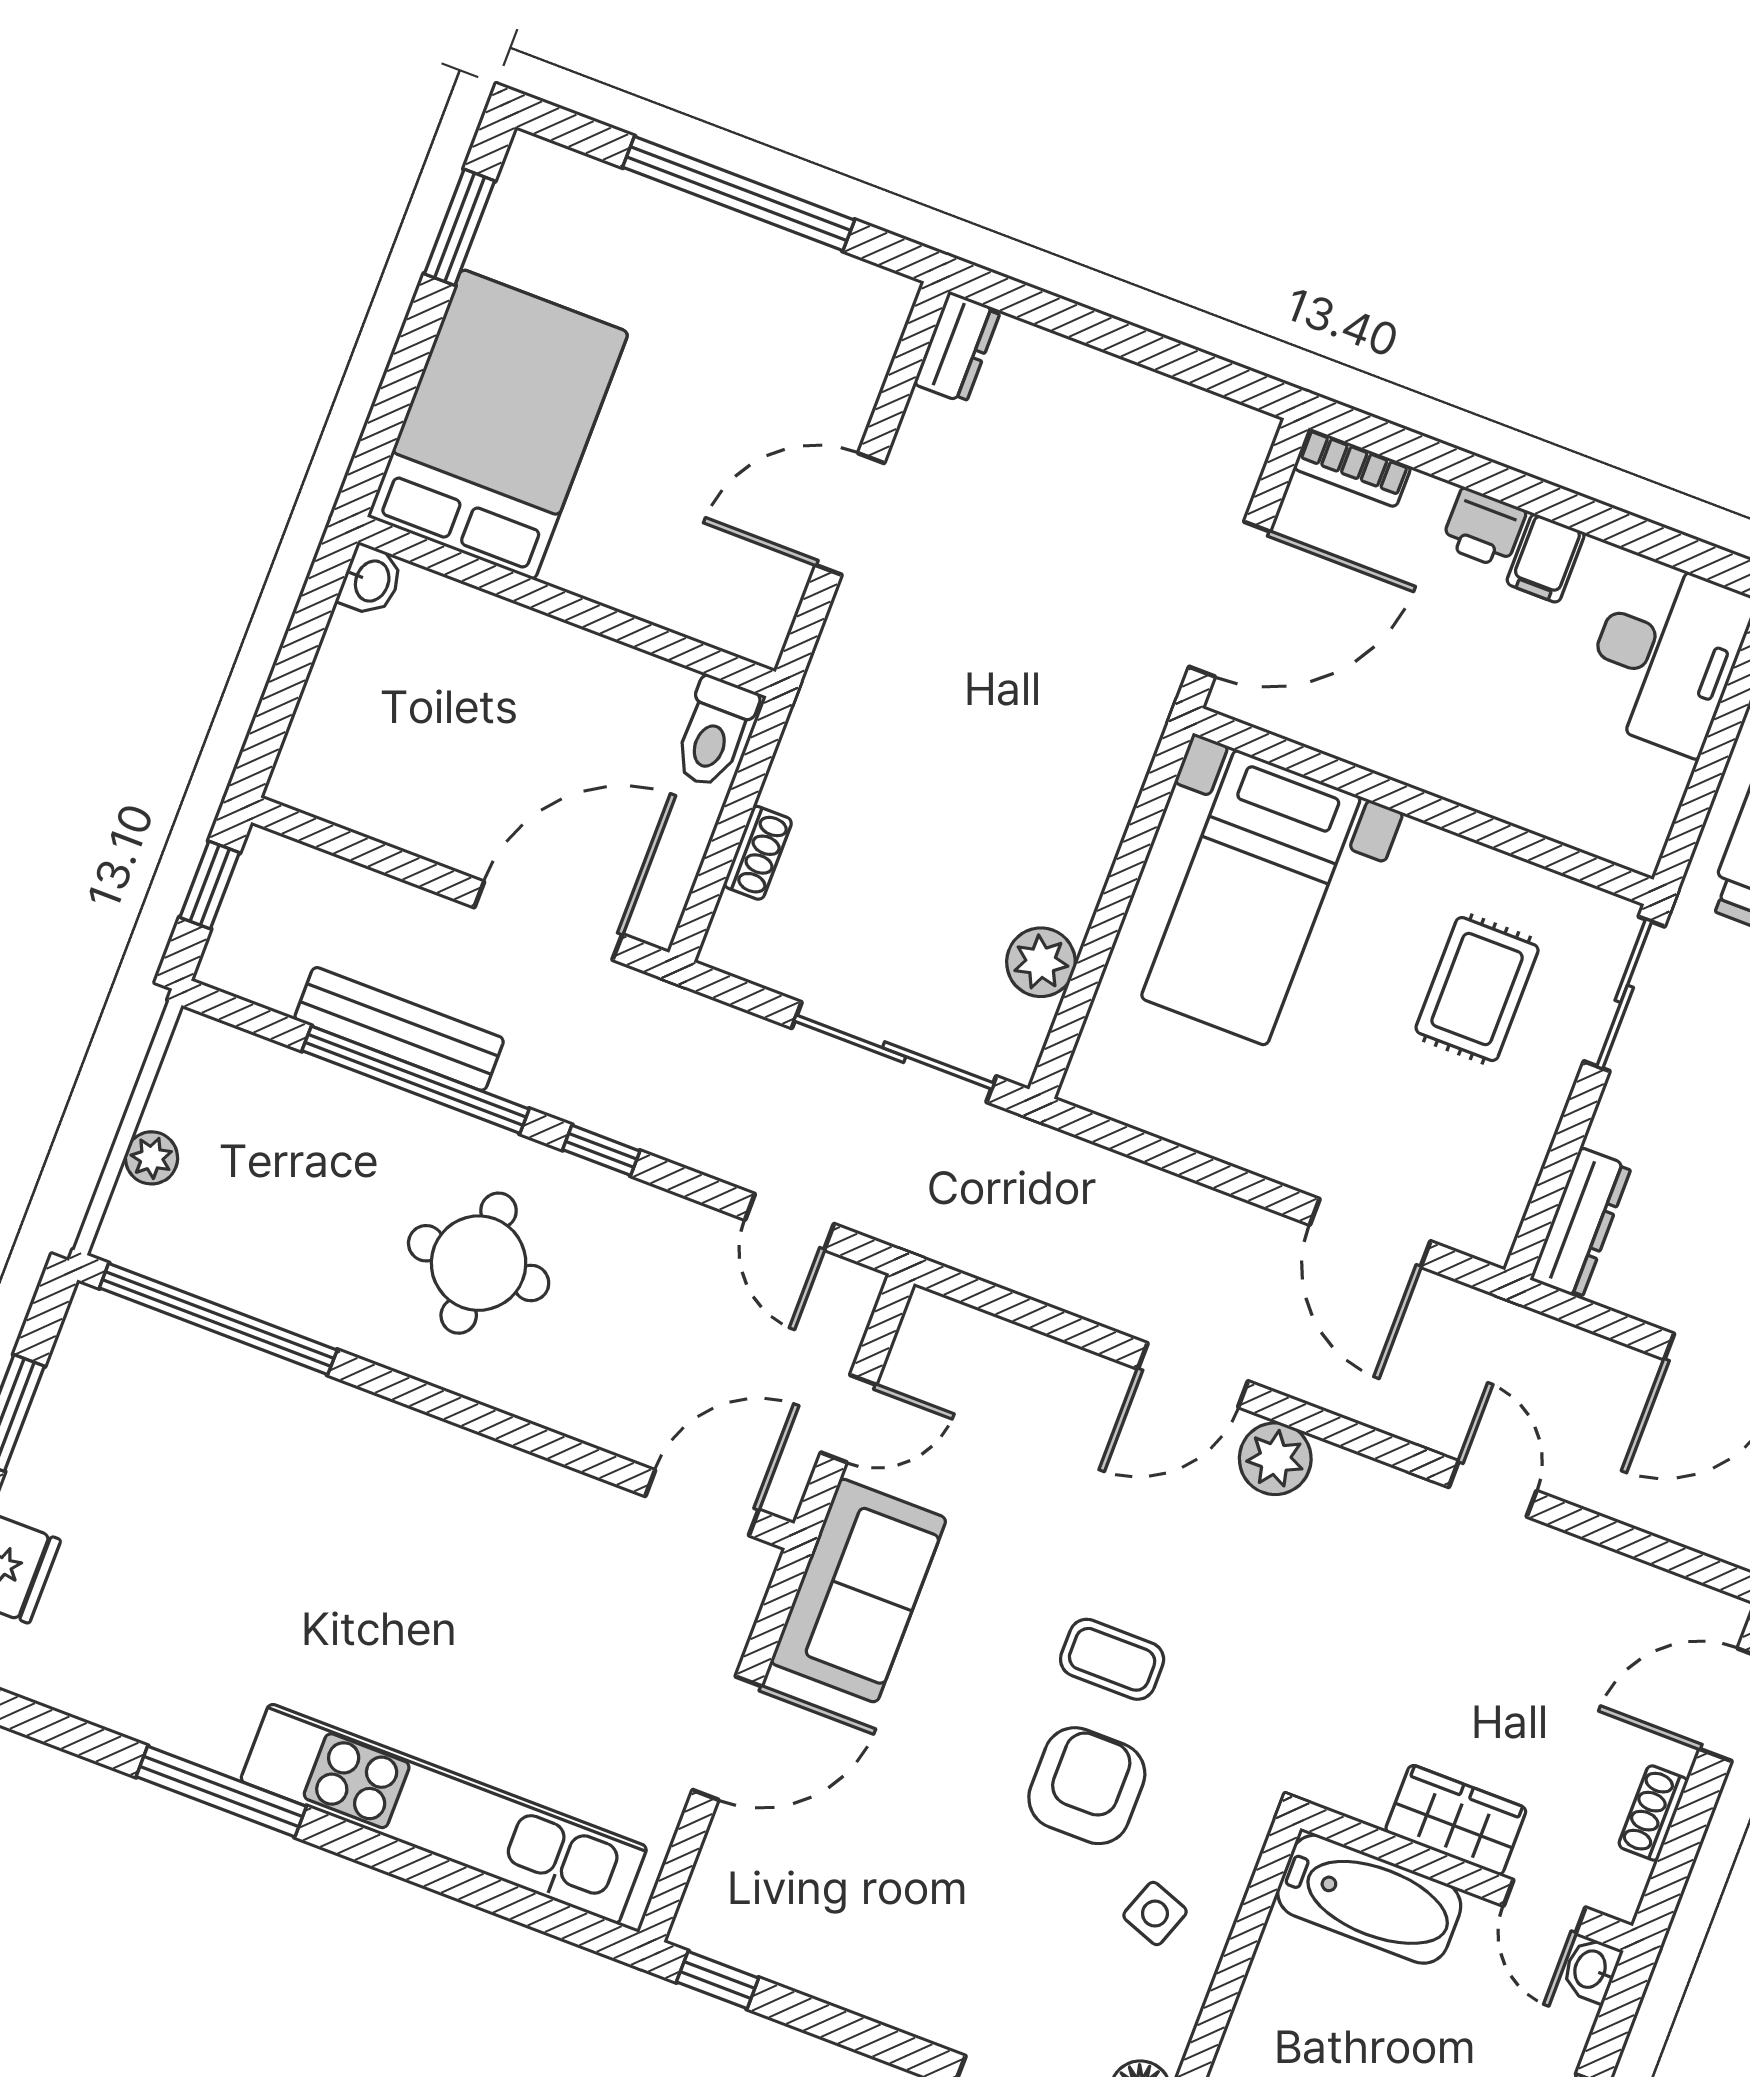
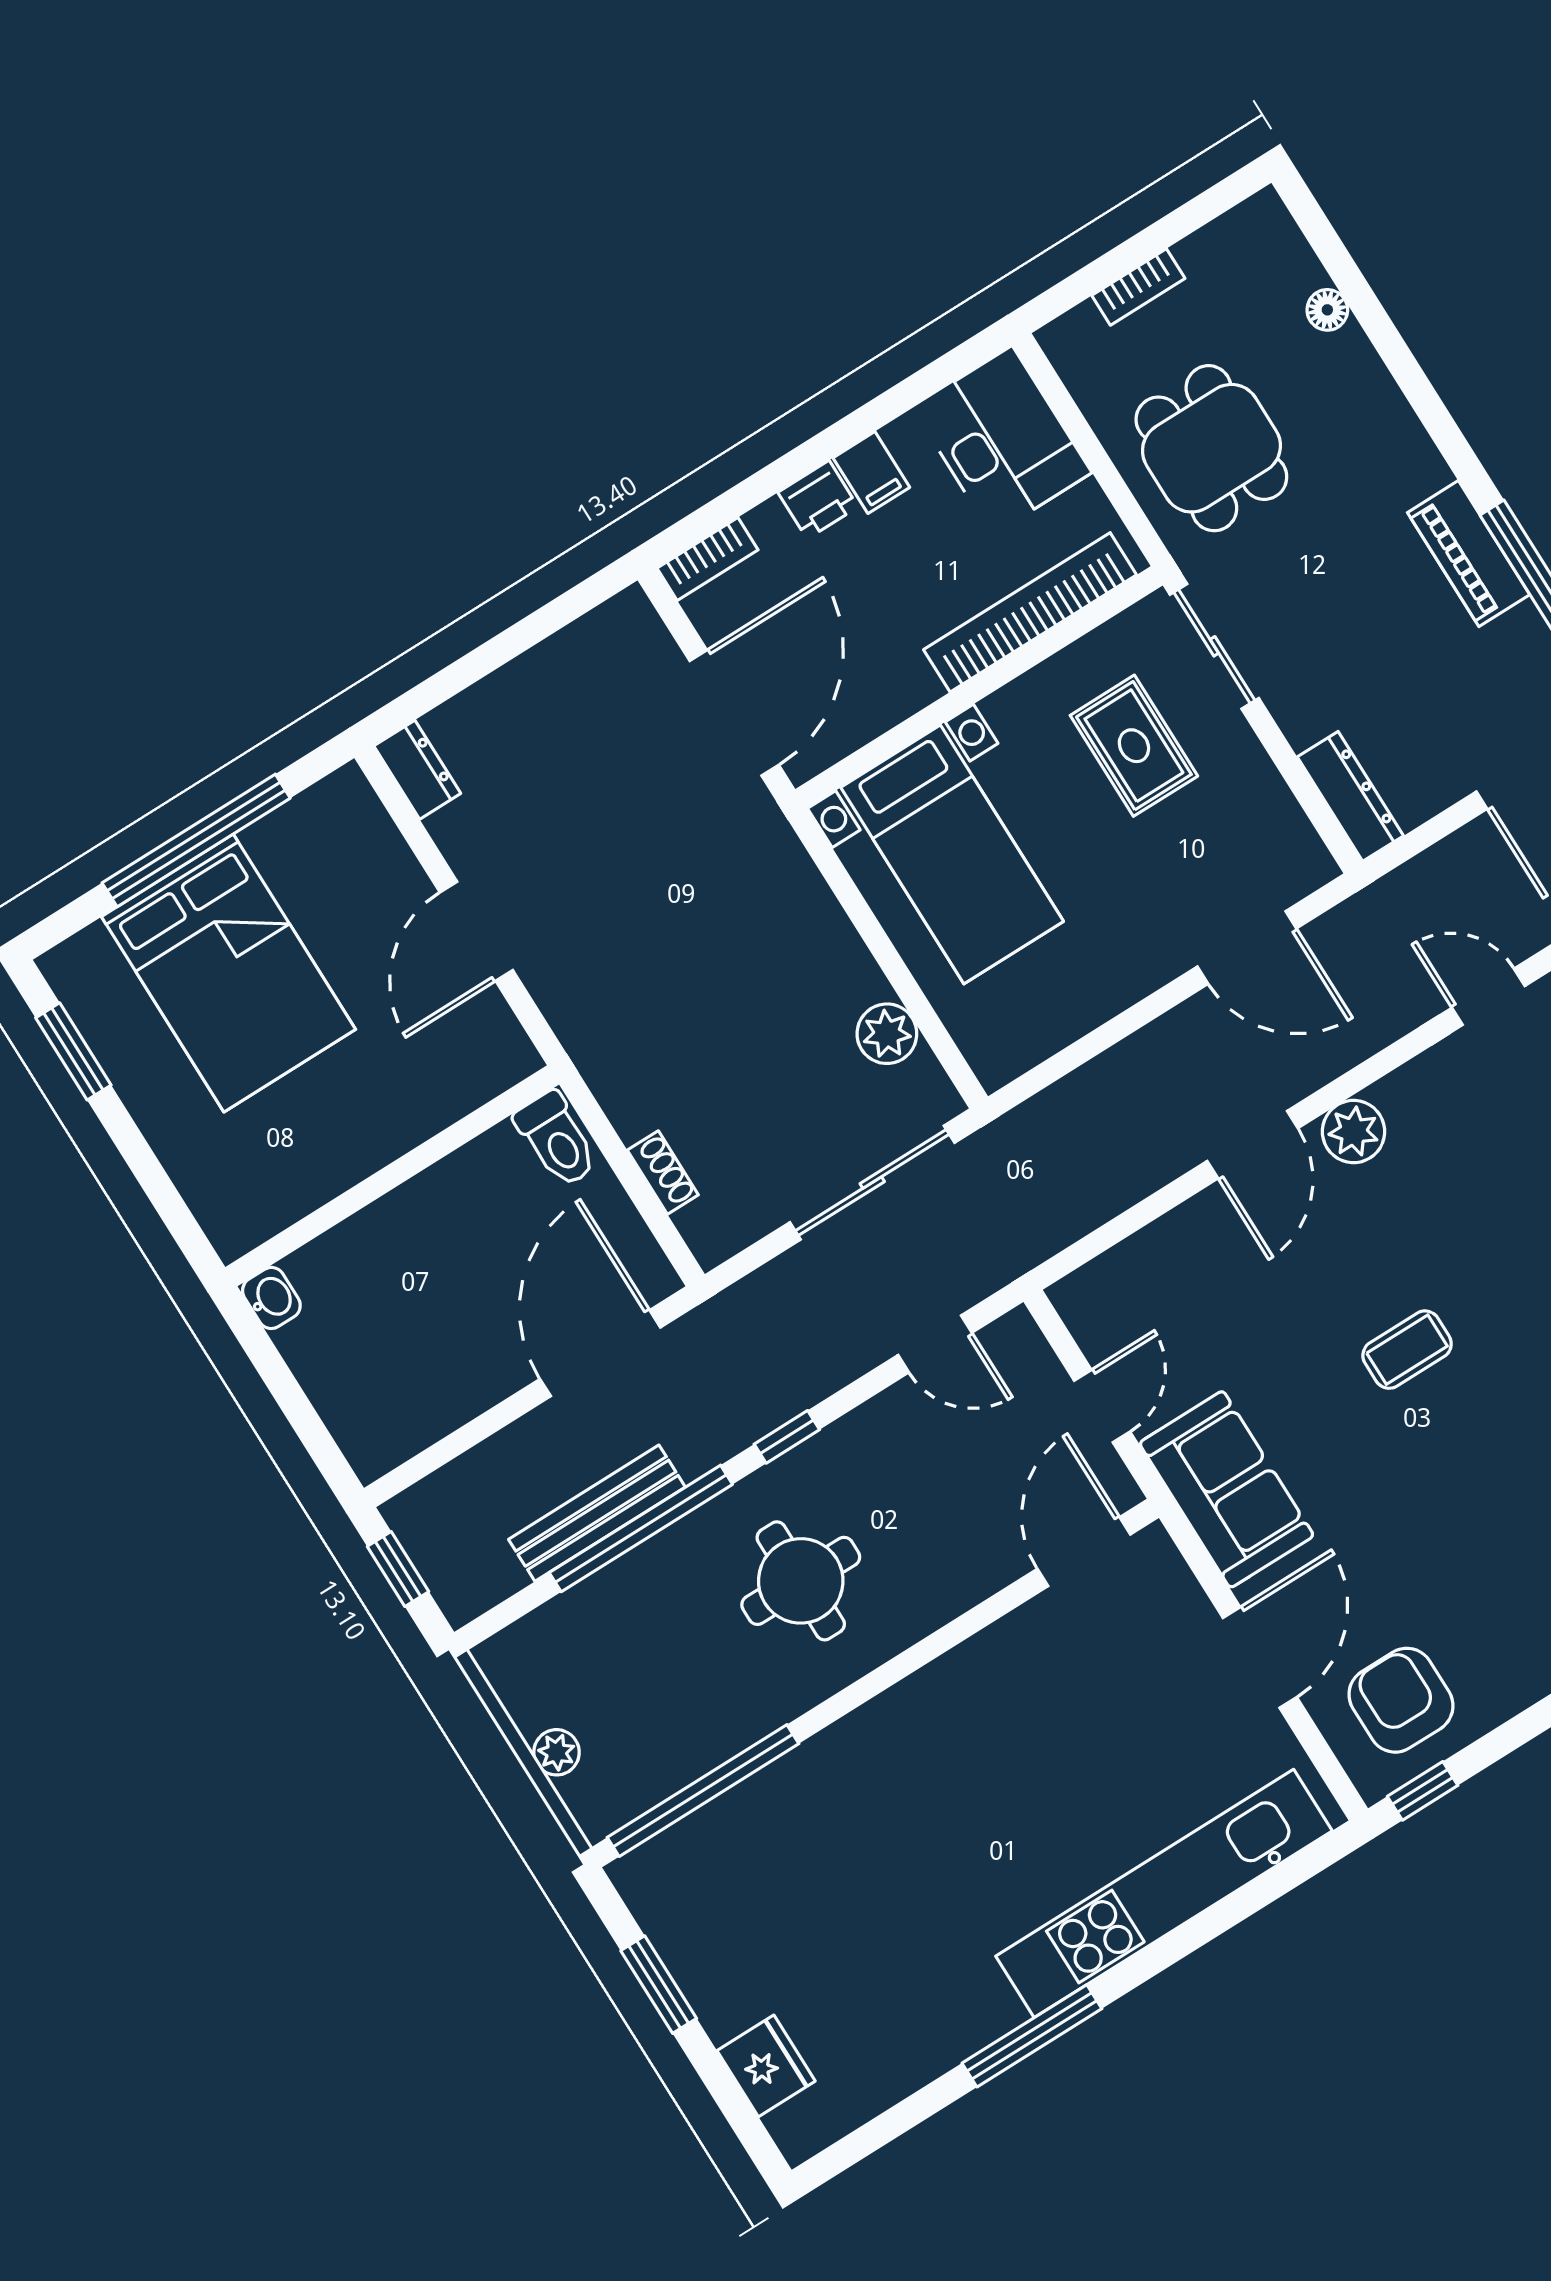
bed: (498, 424) -> (229, 973), moved, turned 180
bookcase: (1527, 801) -> (1030, 612), added
armchair: (1087, 1786) -> (1401, 1700), moved

